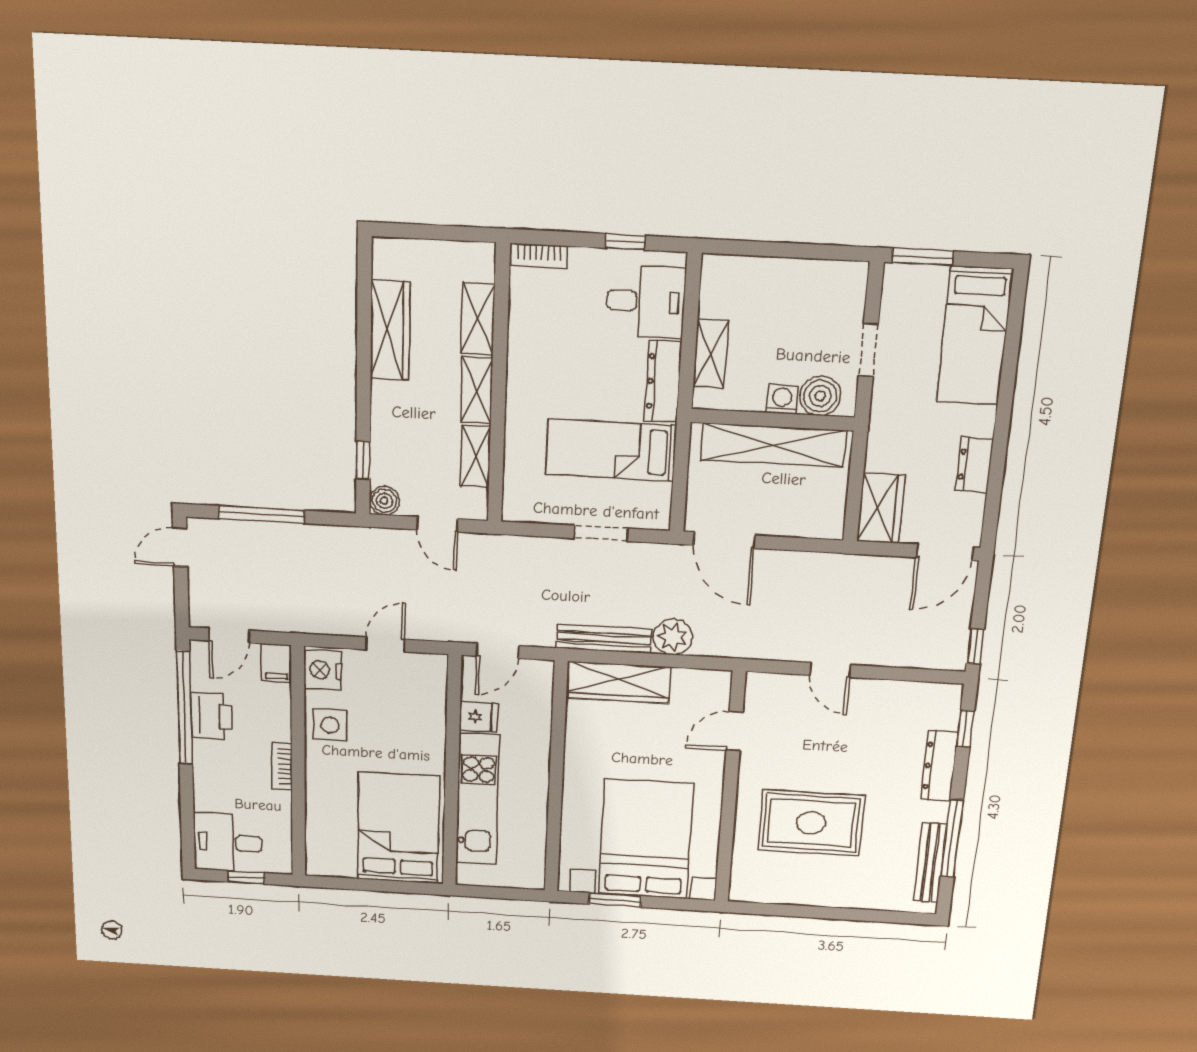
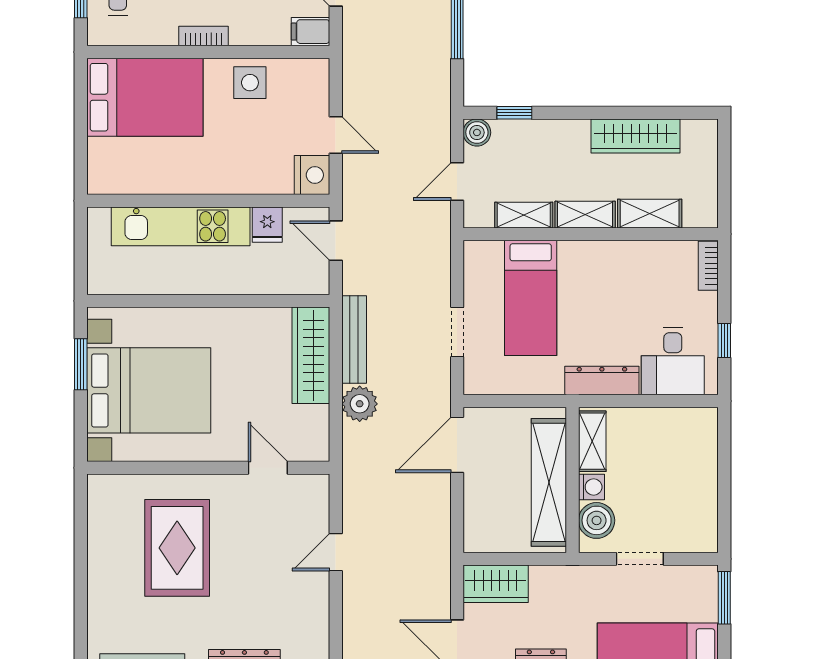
shelving: (711, 354) -> (592, 441), moved, turned 90
bed: (611, 450) -> (531, 298), moved, turned 180
nightstand: (323, 670) -> (312, 175), moved, turned 90
bed: (398, 828) -> (145, 97), moved

